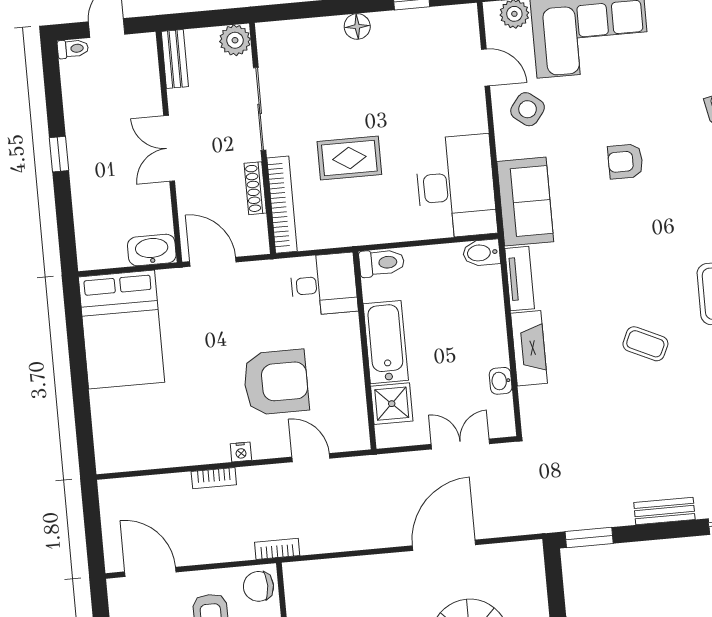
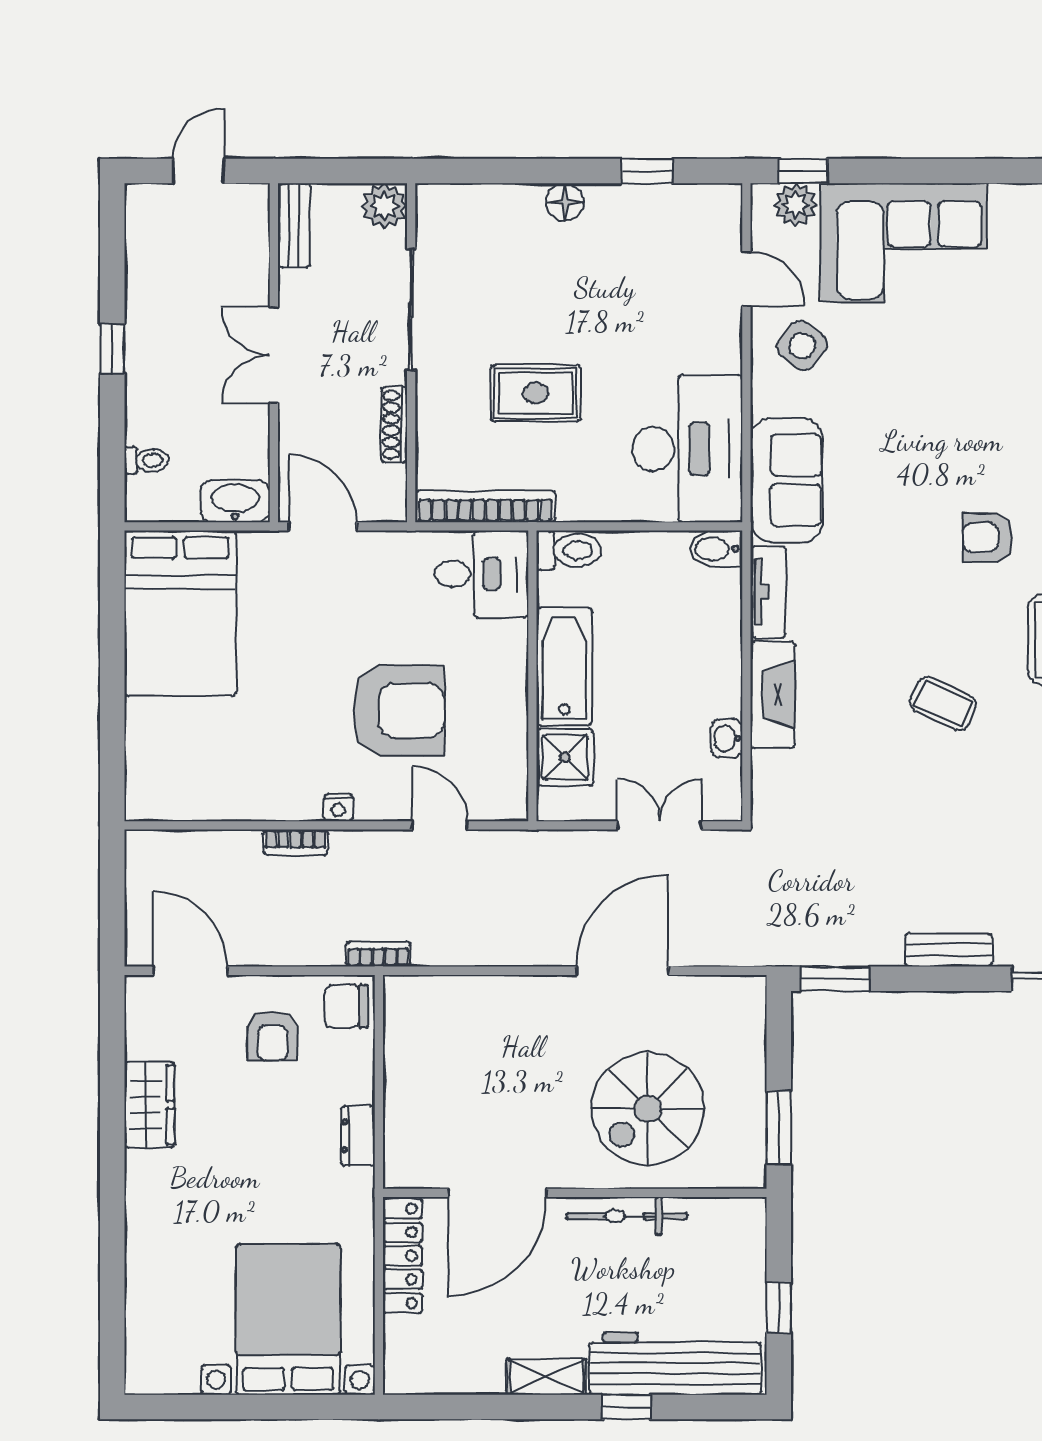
toilet: (73, 49) -> (147, 460), moved
armchair: (625, 161) -> (987, 538), moved
bookcase: (282, 205) -> (485, 506), moved, turned -90

